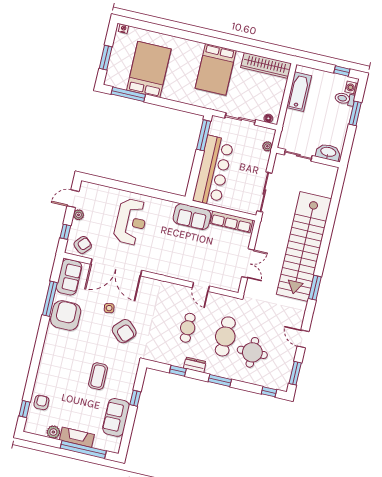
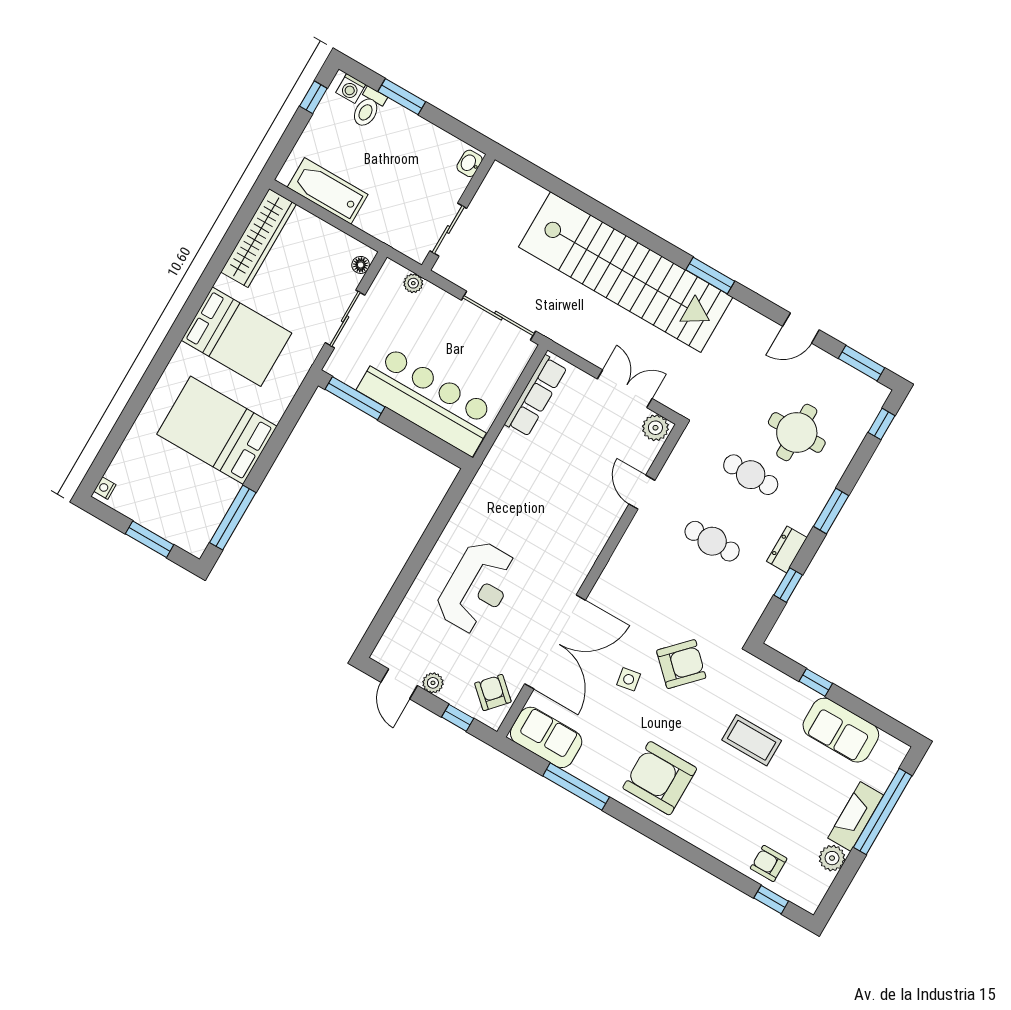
bed: (149, 69) -> (217, 430), moved
washbasin: (328, 152) -> (470, 163), width x0.52, depth x0.69
sofa: (192, 217) -> (503, 468), removed
reception desk: (131, 222) -> (477, 587), turned 90
plant: (234, 284) -> (655, 428), added
door: (201, 287) -> (642, 492), swing flipped
armchair: (66, 315) -> (660, 778), moved
cafe table: (225, 336) -> (751, 475), width x0.73, depth x0.74

